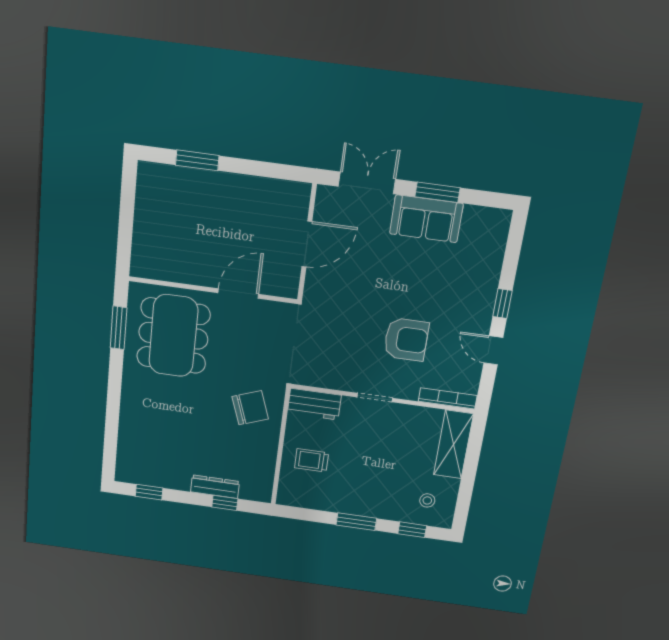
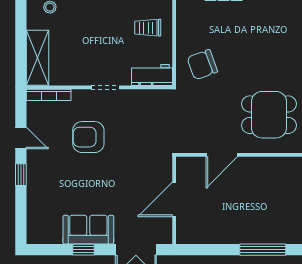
window: (197, 160) -> (263, 250), width x1.44
window: (437, 192) -> (83, 250), width x0.67
dining table: (173, 336) -> (269, 115), width x0.73
trolley: (312, 460) -> (148, 28), turned 180

